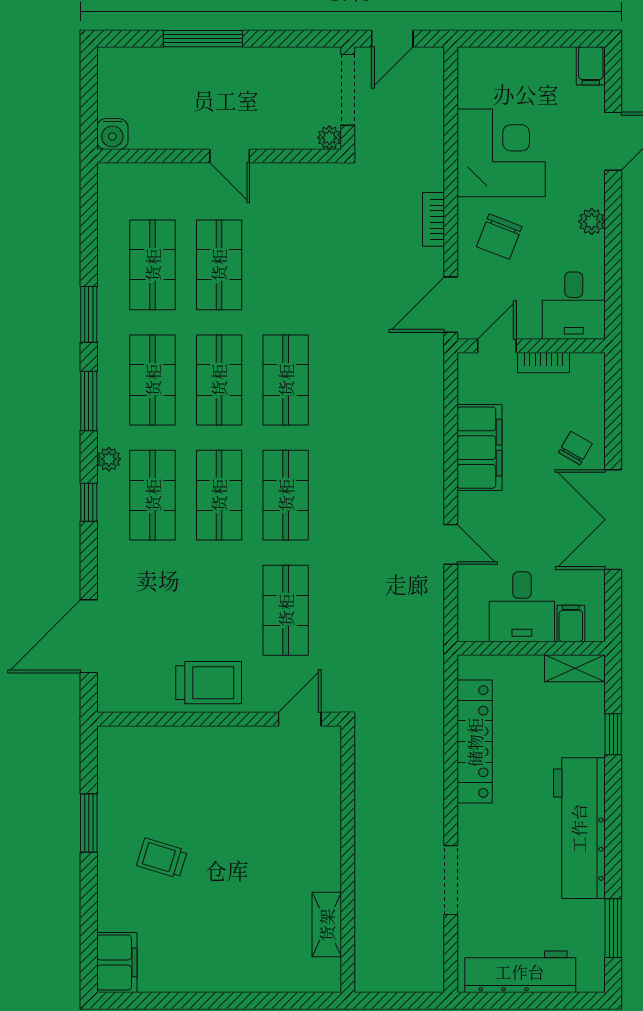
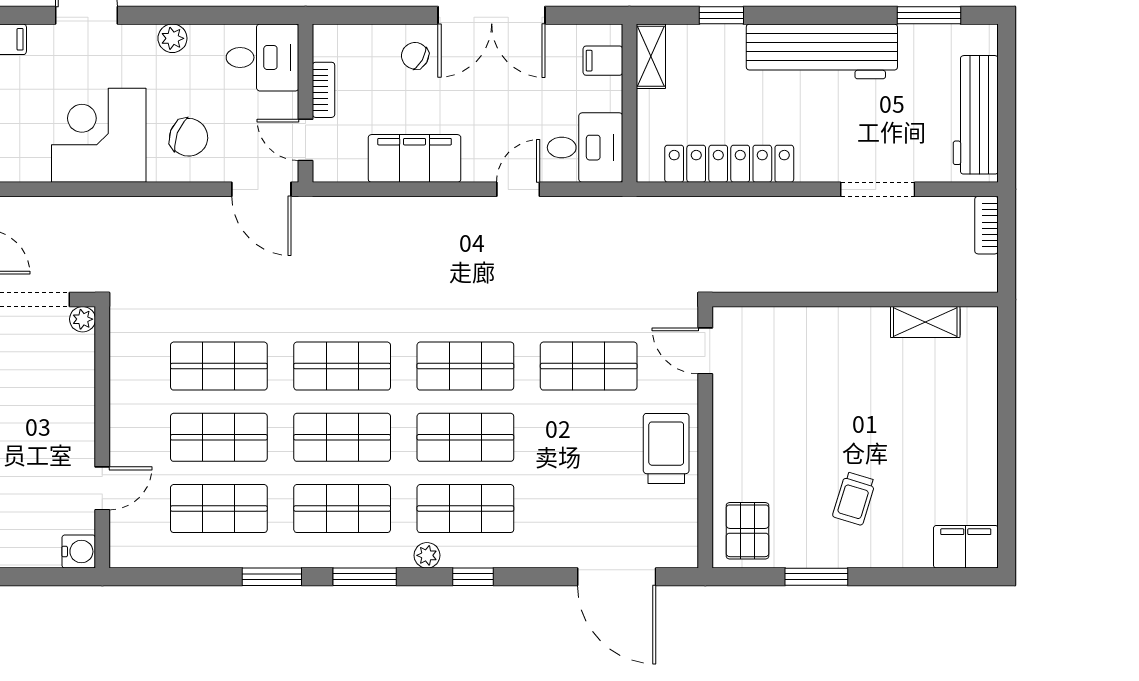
door: (230, 156) -> (102, 488), moved
bookcase: (433, 219) -> (986, 225), moved, turned 90
shop shelf: (286, 265) -> (219, 366), added
desk: (522, 607) -> (585, 148), moved
pallet: (132, 759) -> (748, 531), added

